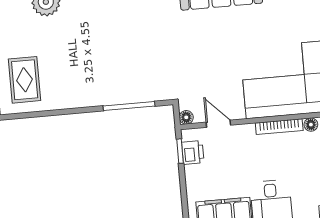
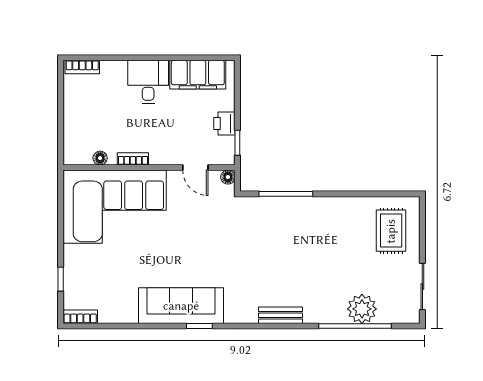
bookcase: (279, 127) -> (133, 159), width x0.64
printer: (193, 152) -> (224, 123), moved

